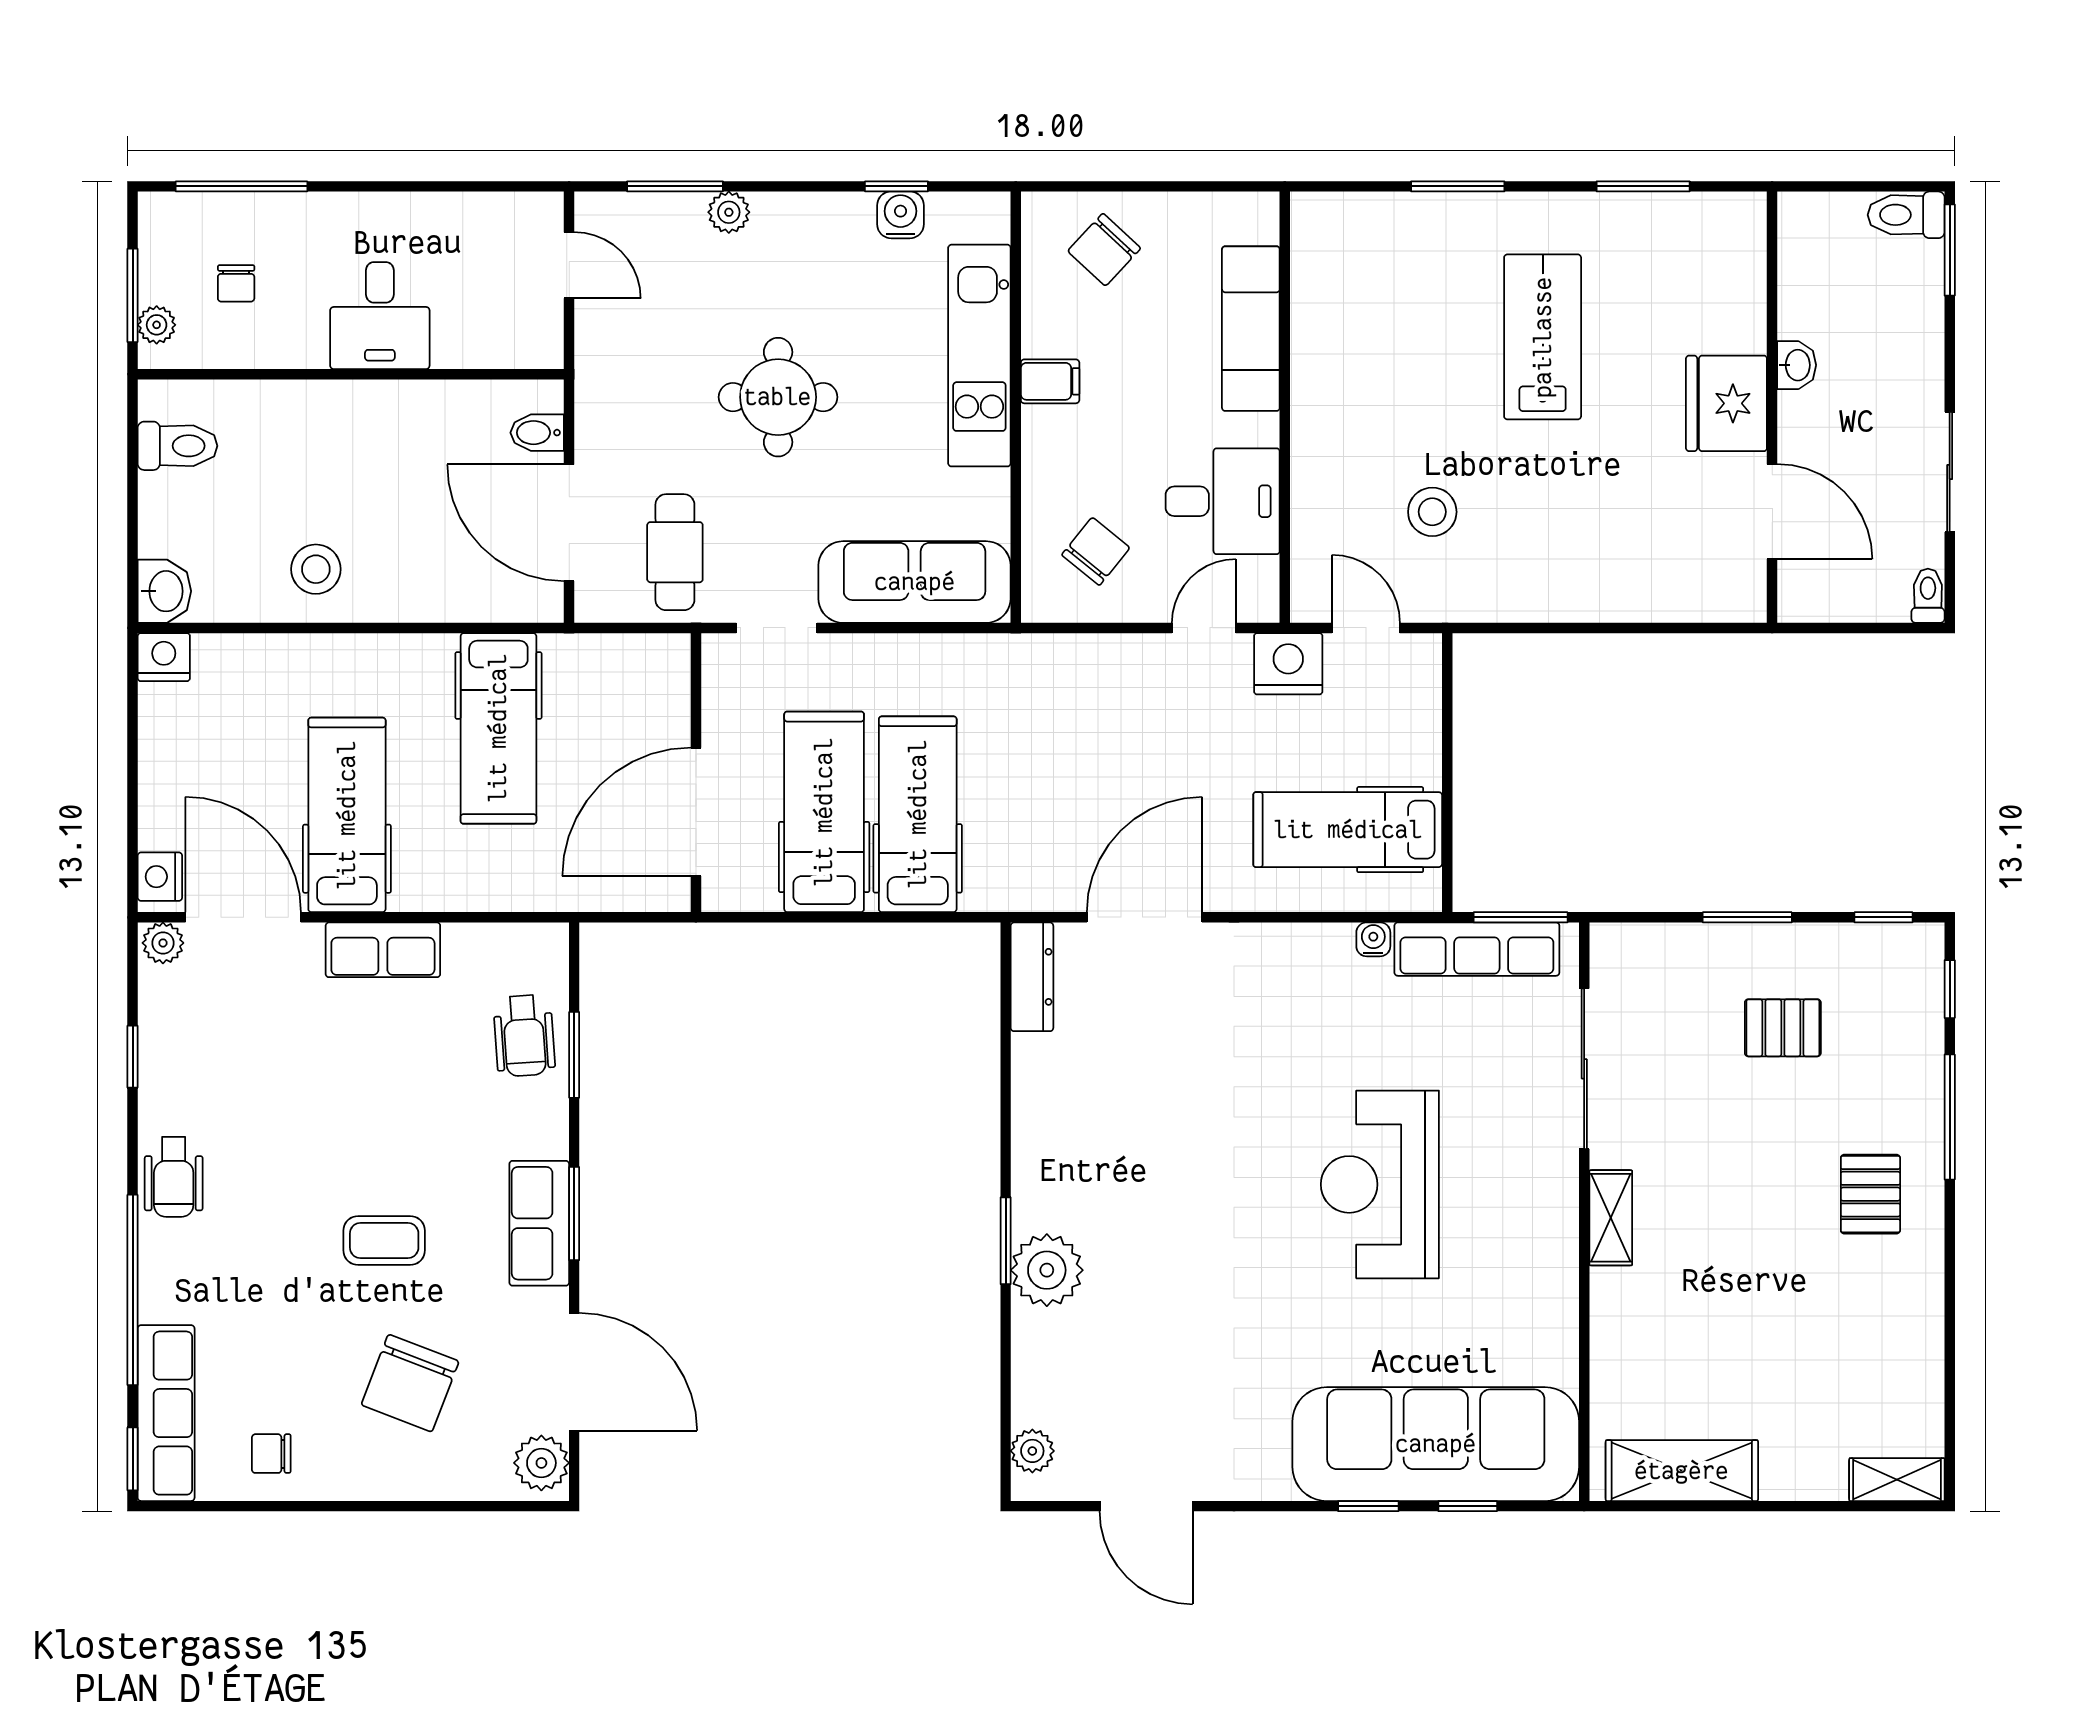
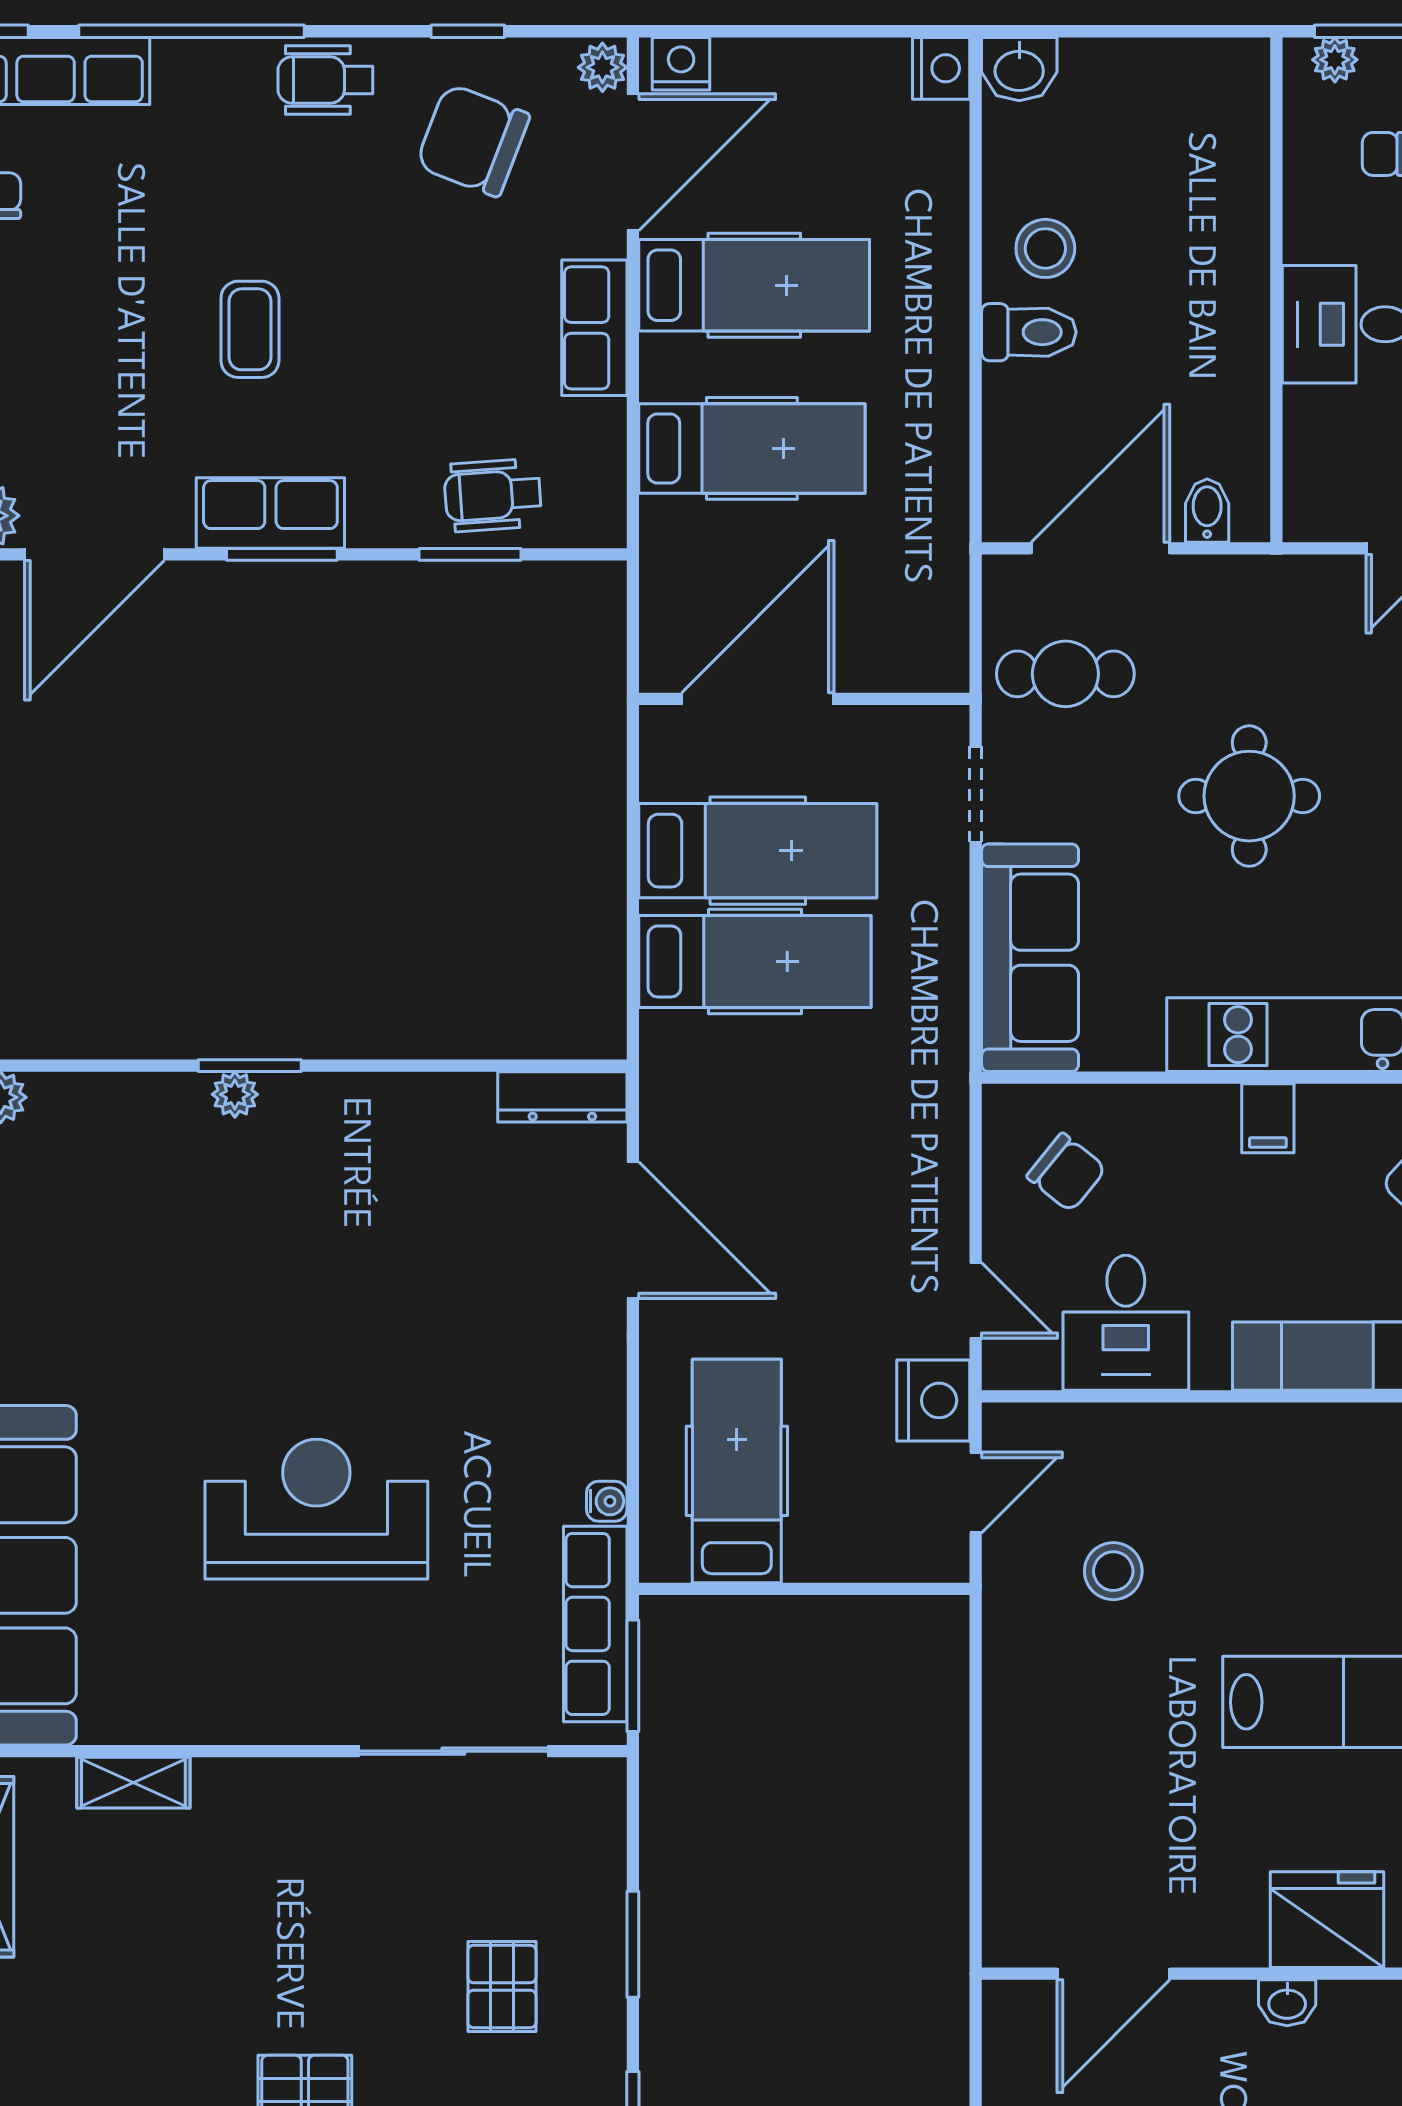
fridge: (1726, 403) -> (1327, 1920), moved
toilet: (177, 446) -> (1029, 332), moved, turned -90
hospital bed: (498, 728) -> (752, 448), moved, turned 180
door: (696, 812) -> (758, 699), hinge flipped
shelving: (1611, 1218) -> (133, 1783), moved
plant: (1047, 1270) -> (235, 1094), width x0.53, depth x0.53
chair: (410, 1383) -> (473, 140), moved

